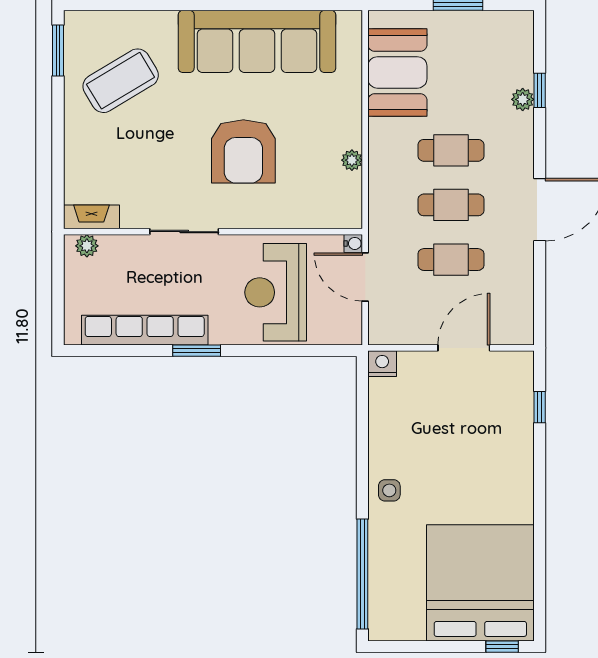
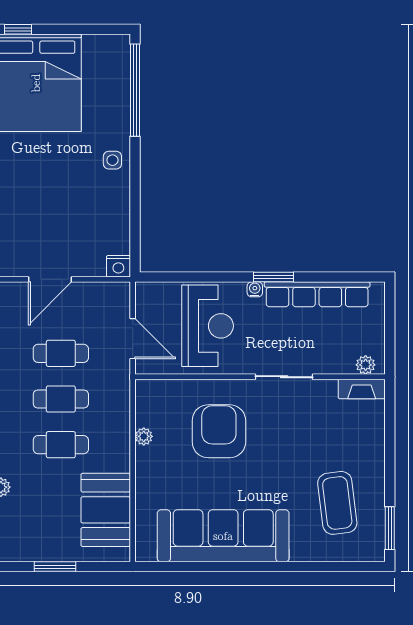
coffee table: (121, 81) -> (337, 503), turned -66
armchair: (243, 151) -> (219, 431), moved
water cooler: (353, 243) -> (255, 289), moved, turned 90

